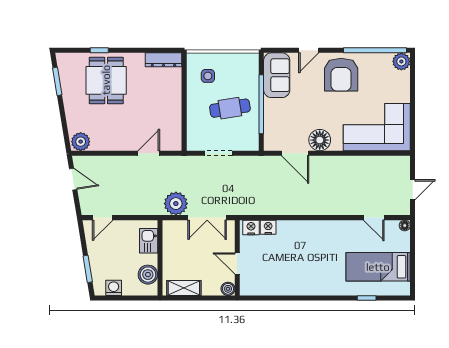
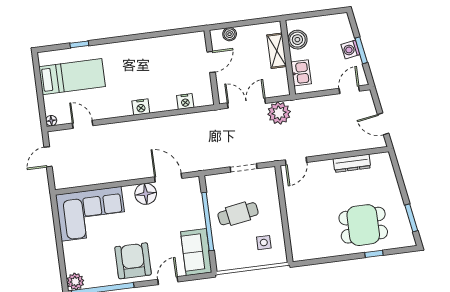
dresser: (163, 60) -> (352, 163), moved, turned 180
dining table: (106, 80) -> (363, 225), turned 90
plant: (81, 142) -> (381, 162), removed
door: (149, 153) -> (296, 161), moved
nightstand: (251, 227) -> (141, 107), moved
door: (237, 263) -> (211, 62), hinge flipped
window: (88, 269) -> (361, 50), moved
washing machine: (114, 288) -> (350, 50), moved, turned 81
shelving: (184, 288) -> (277, 51), moved, turned 90
boiler: (228, 289) -> (230, 34), moved

